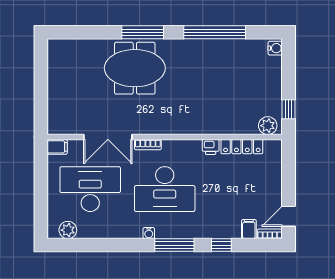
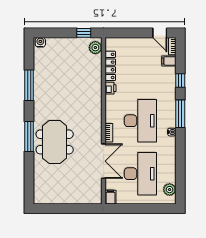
window: (215, 32) -> (29, 85), width x0.68
desk: (90, 189) -> (140, 174), turned 180

